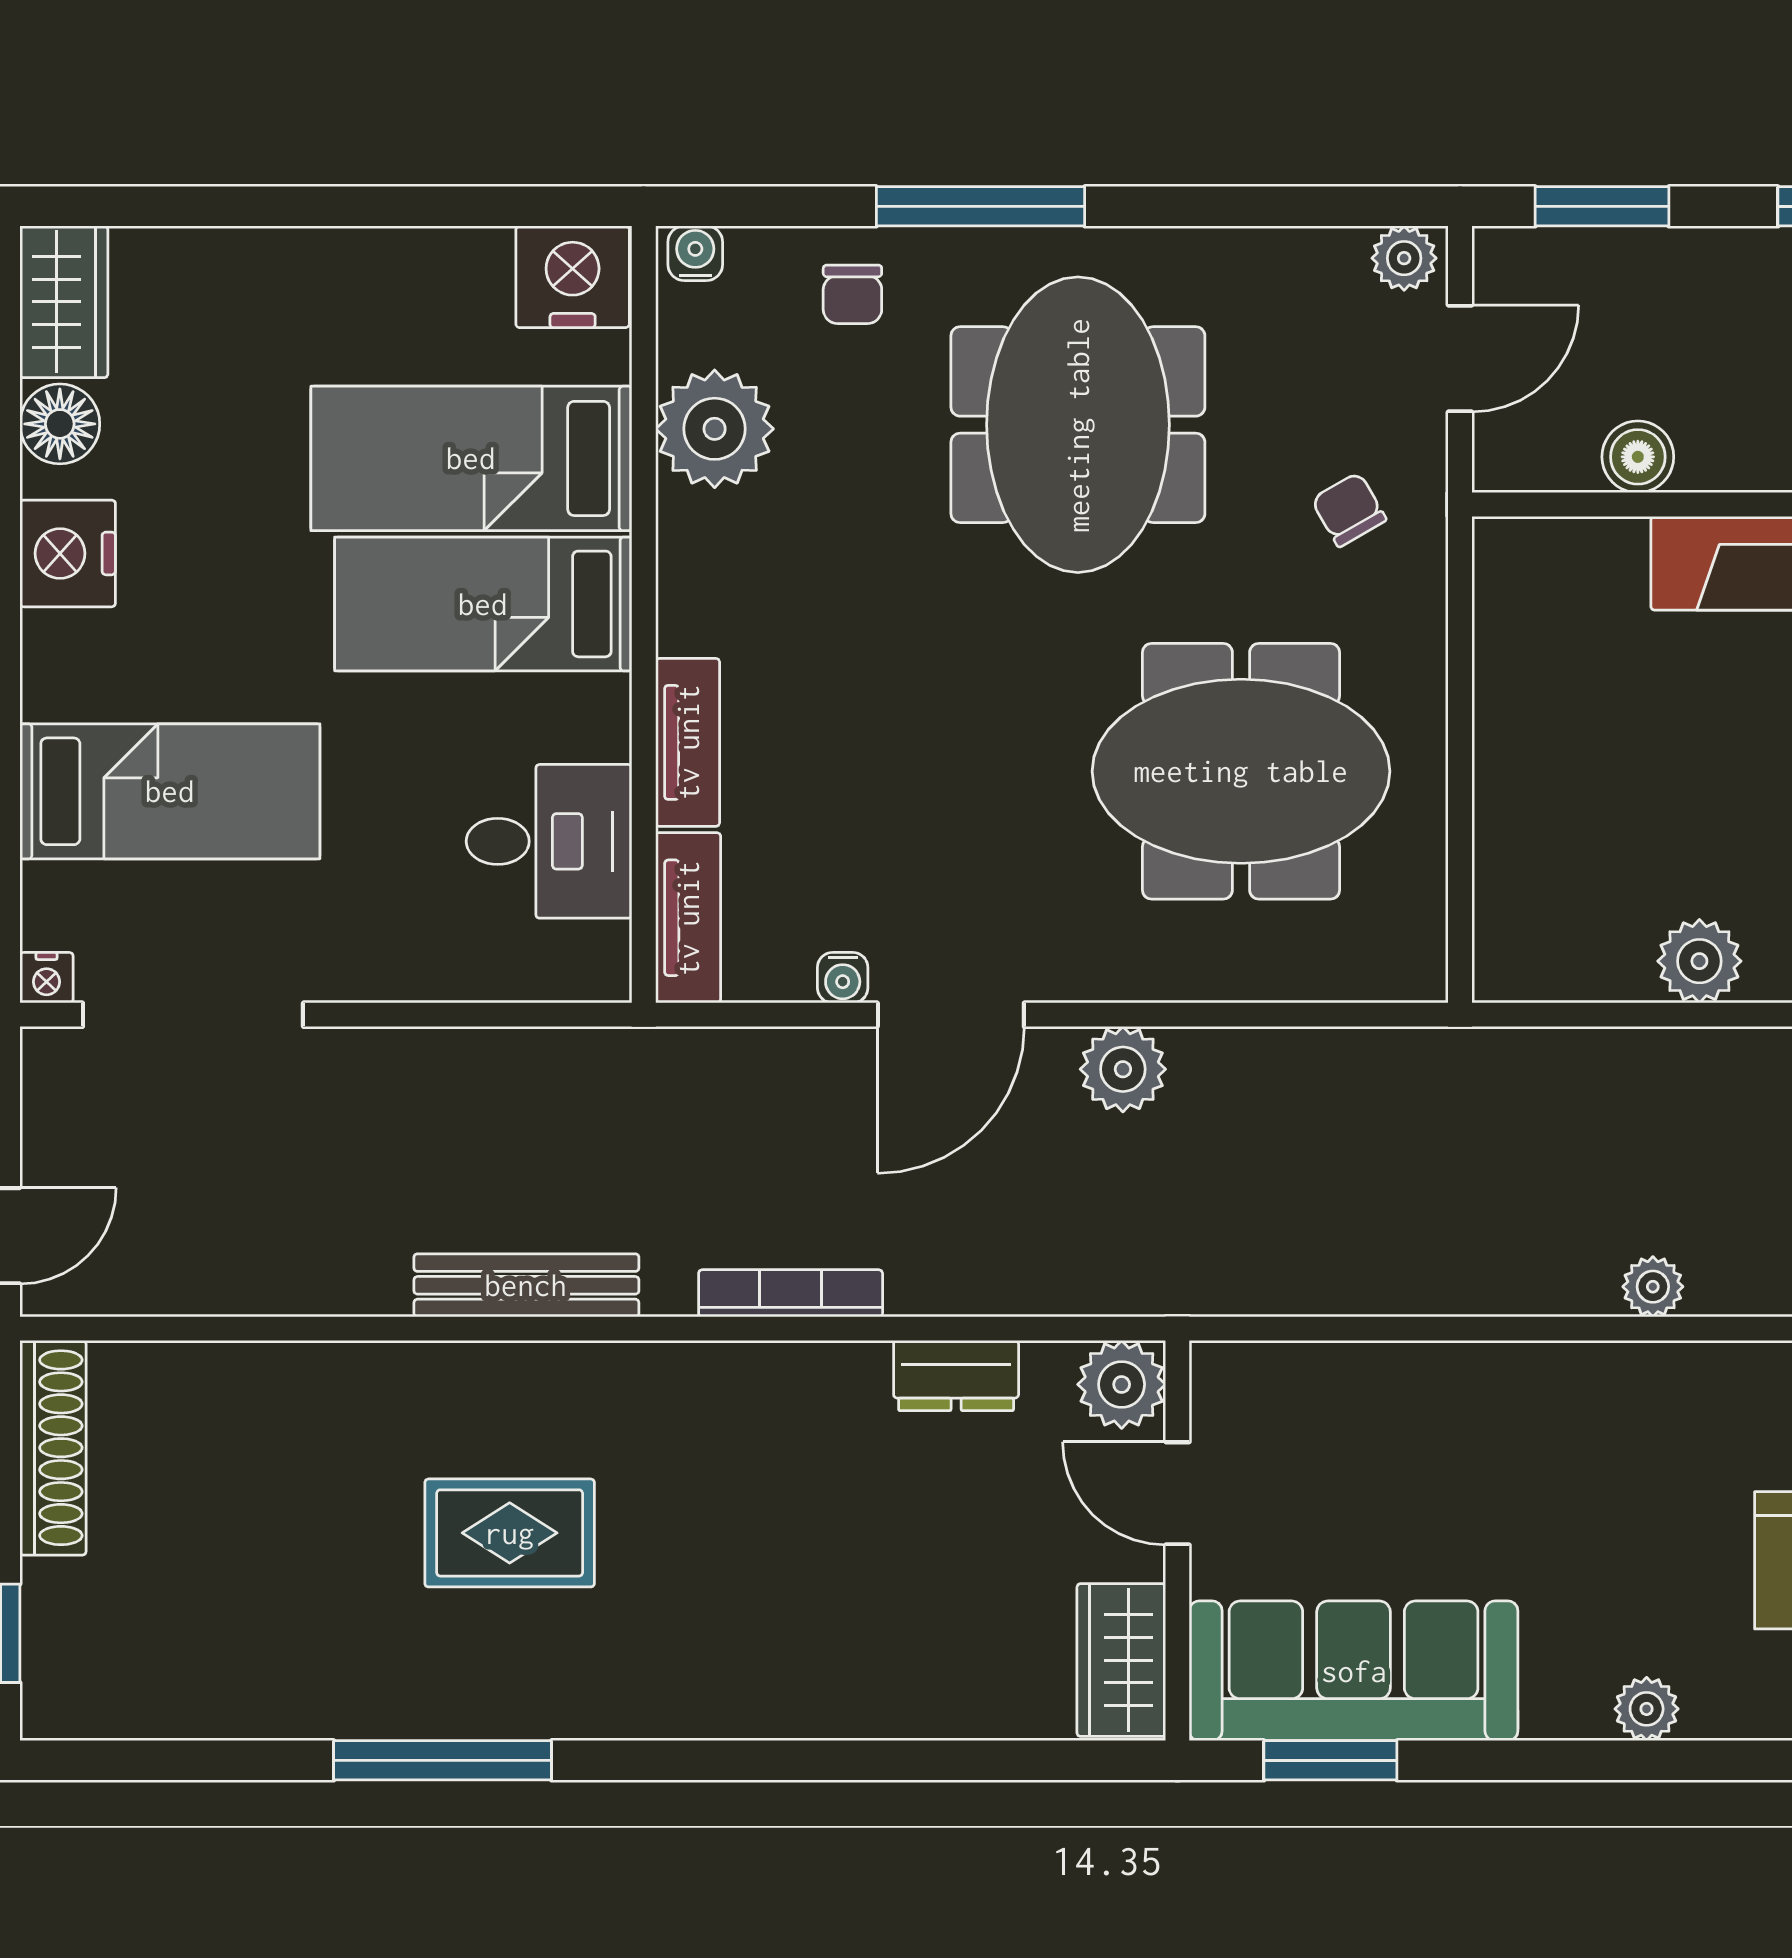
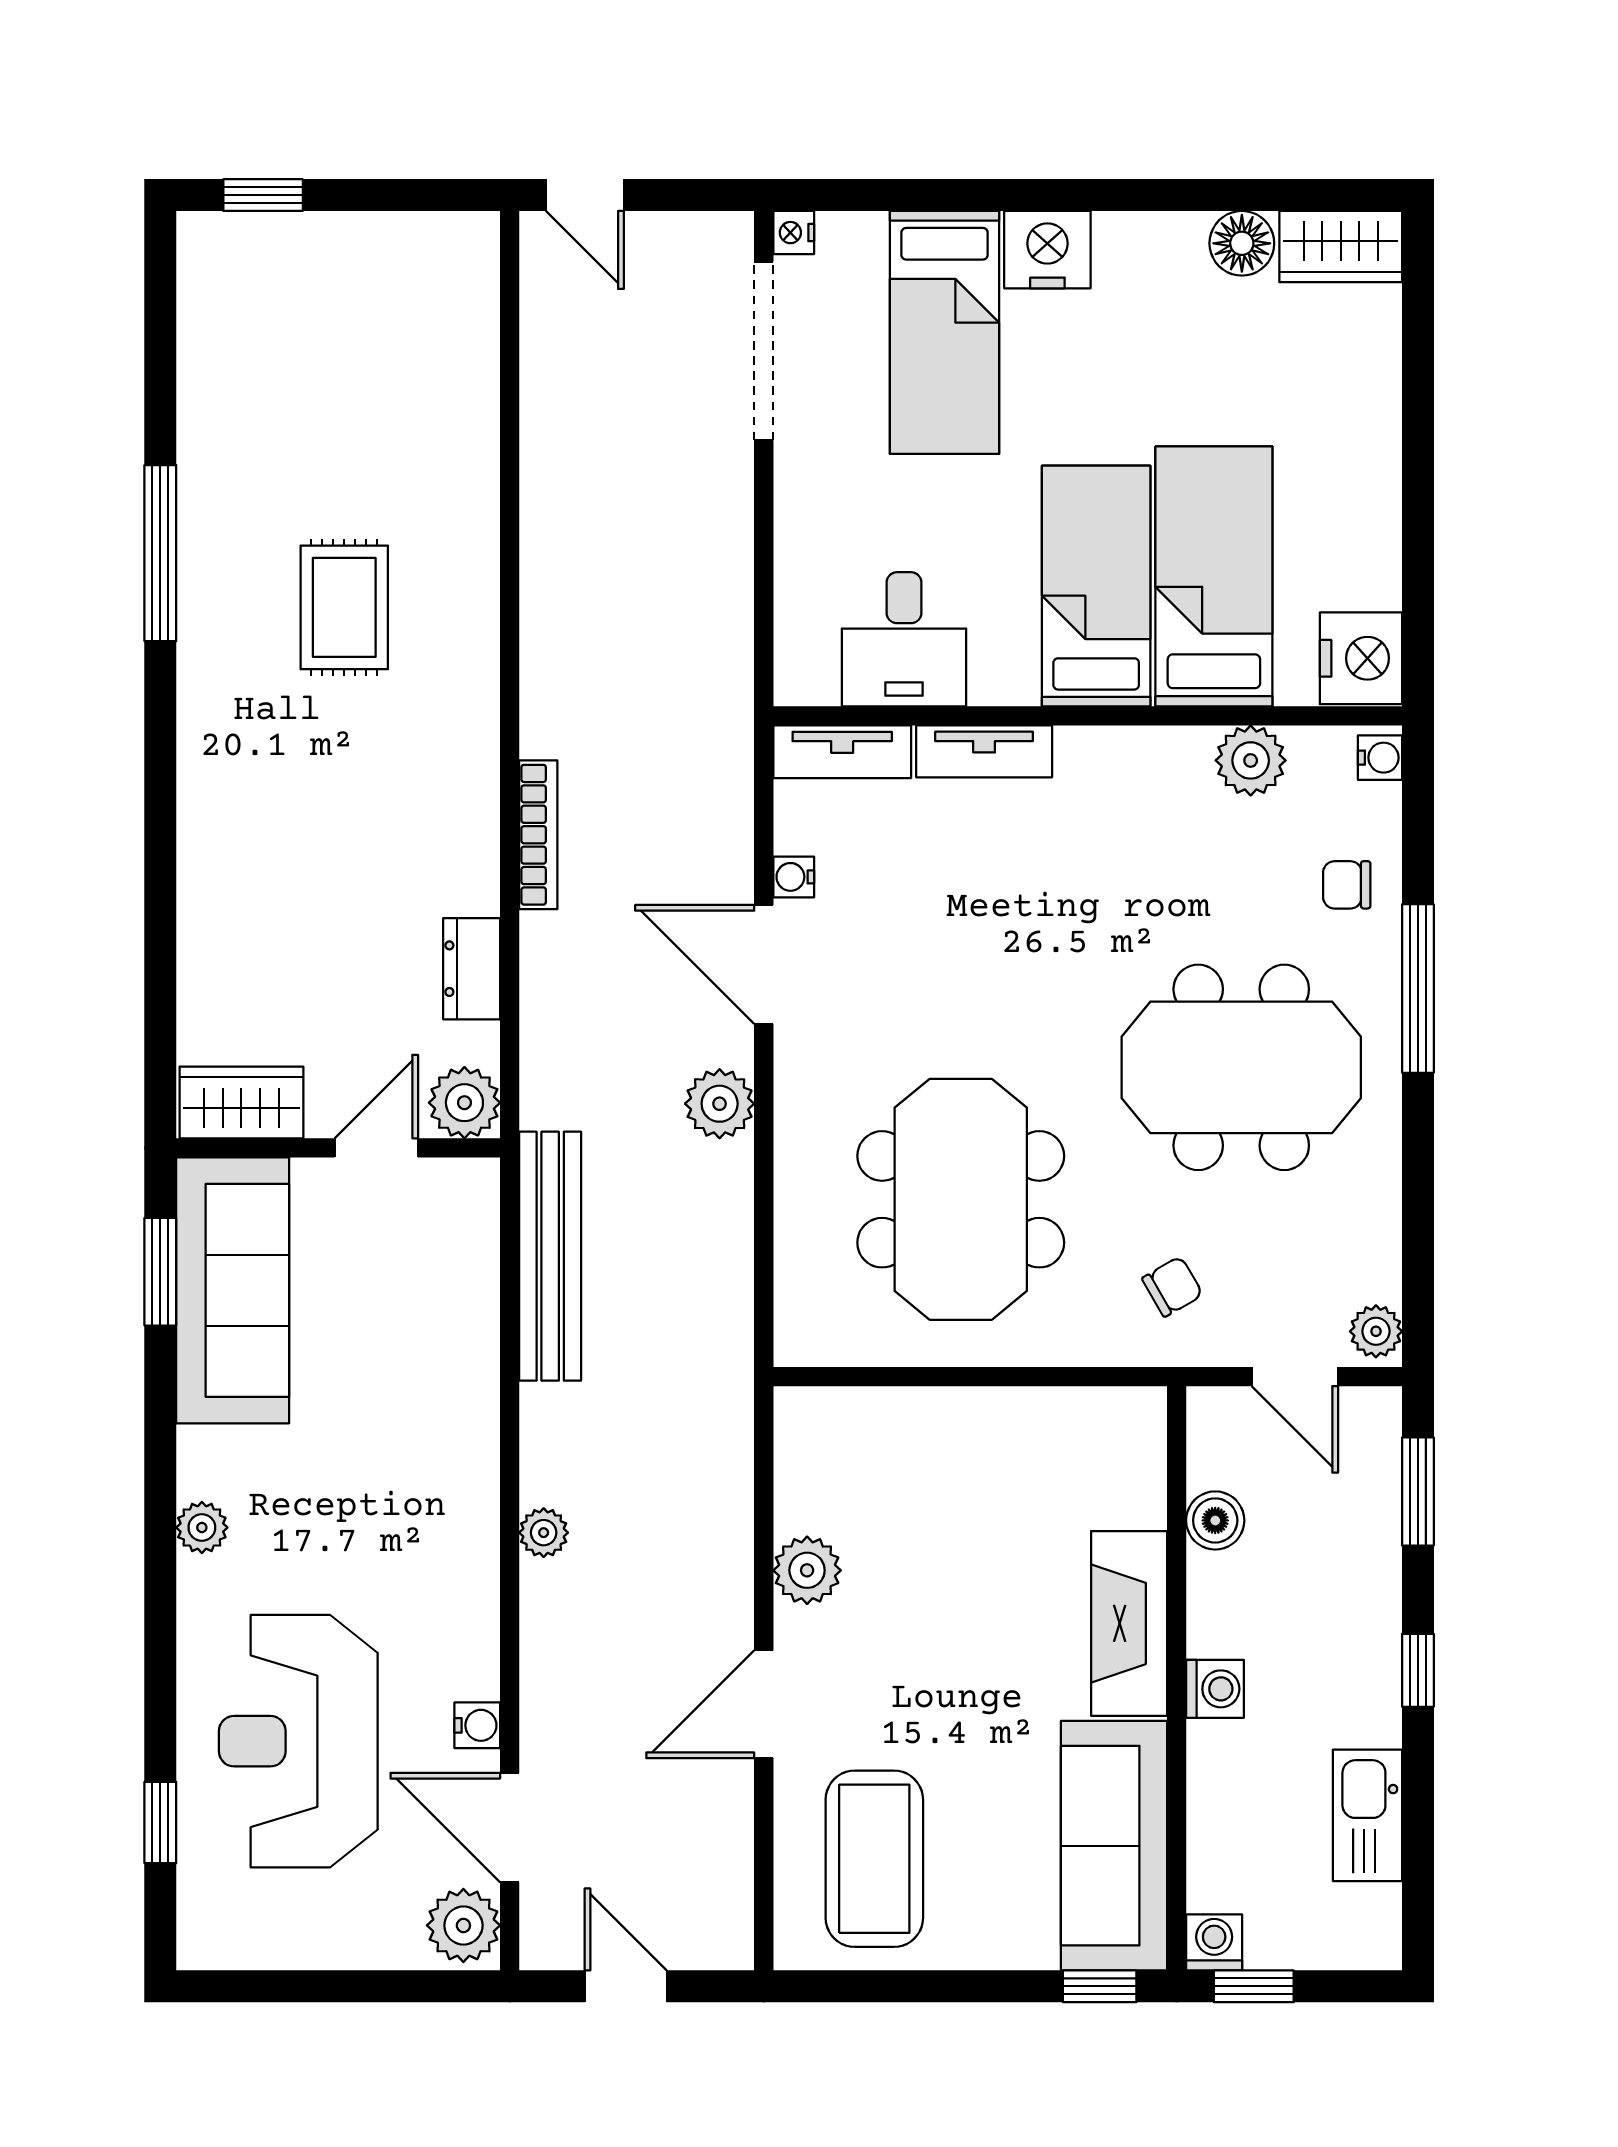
plant: (715, 429) -> (1251, 760), width x0.73, depth x0.73
nightstand: (68, 553) -> (1047, 250), moved
bench: (526, 1285) -> (550, 1256), moved, width x1.37, depth x1.21
shoe rack: (53, 1448) -> (413, 238), removed

